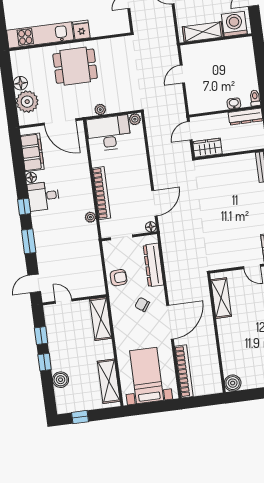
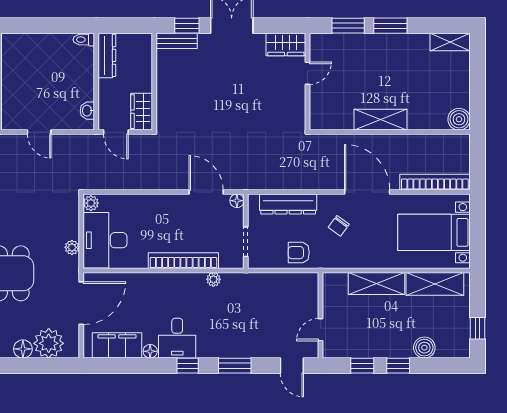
washbasin: (234, 103) -> (87, 111), moved
armchair: (119, 278) -> (299, 253), turned -87
shelving: (221, 298) -> (380, 120), moved
shelving: (101, 319) -> (376, 283), moved

